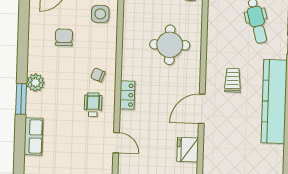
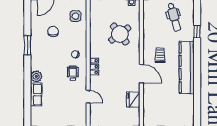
round table: (170, 45) -> (120, 34), turned -37
plant: (35, 82) -> (36, 76), moved
window: (21, 99) -> (27, 45), moved
door: (202, 109) -> (141, 74), swing flipped

